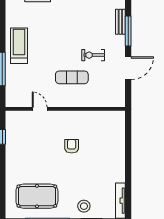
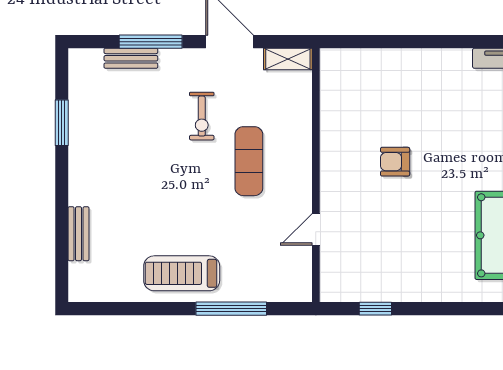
shelving: (120, 96) -> (288, 59), added

